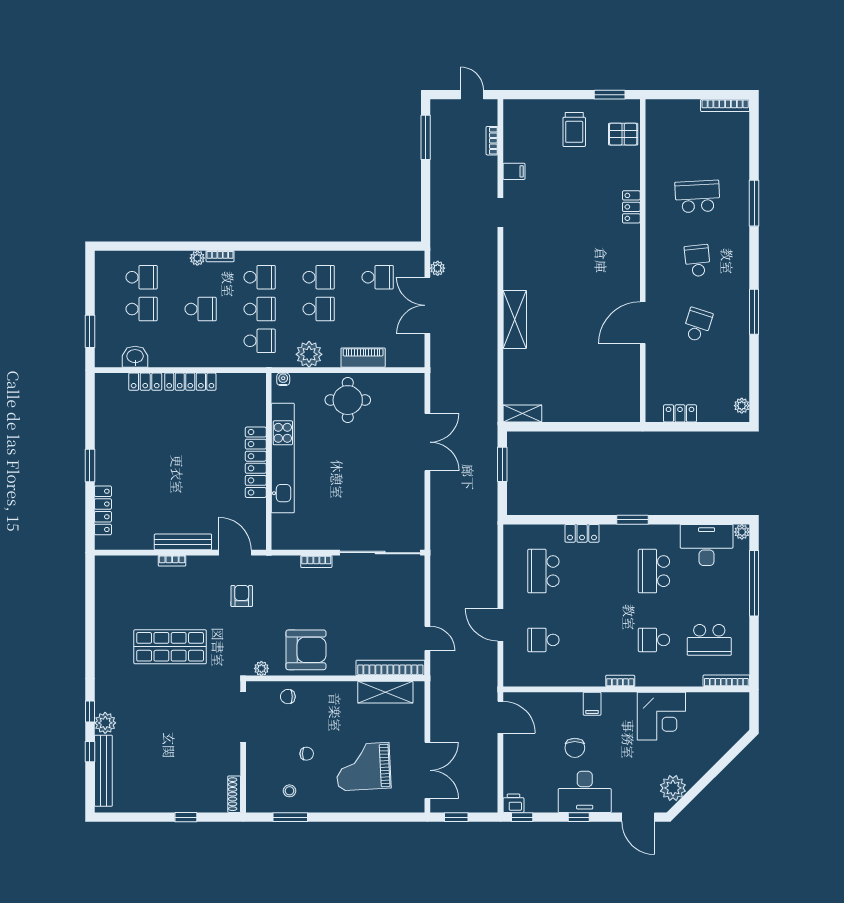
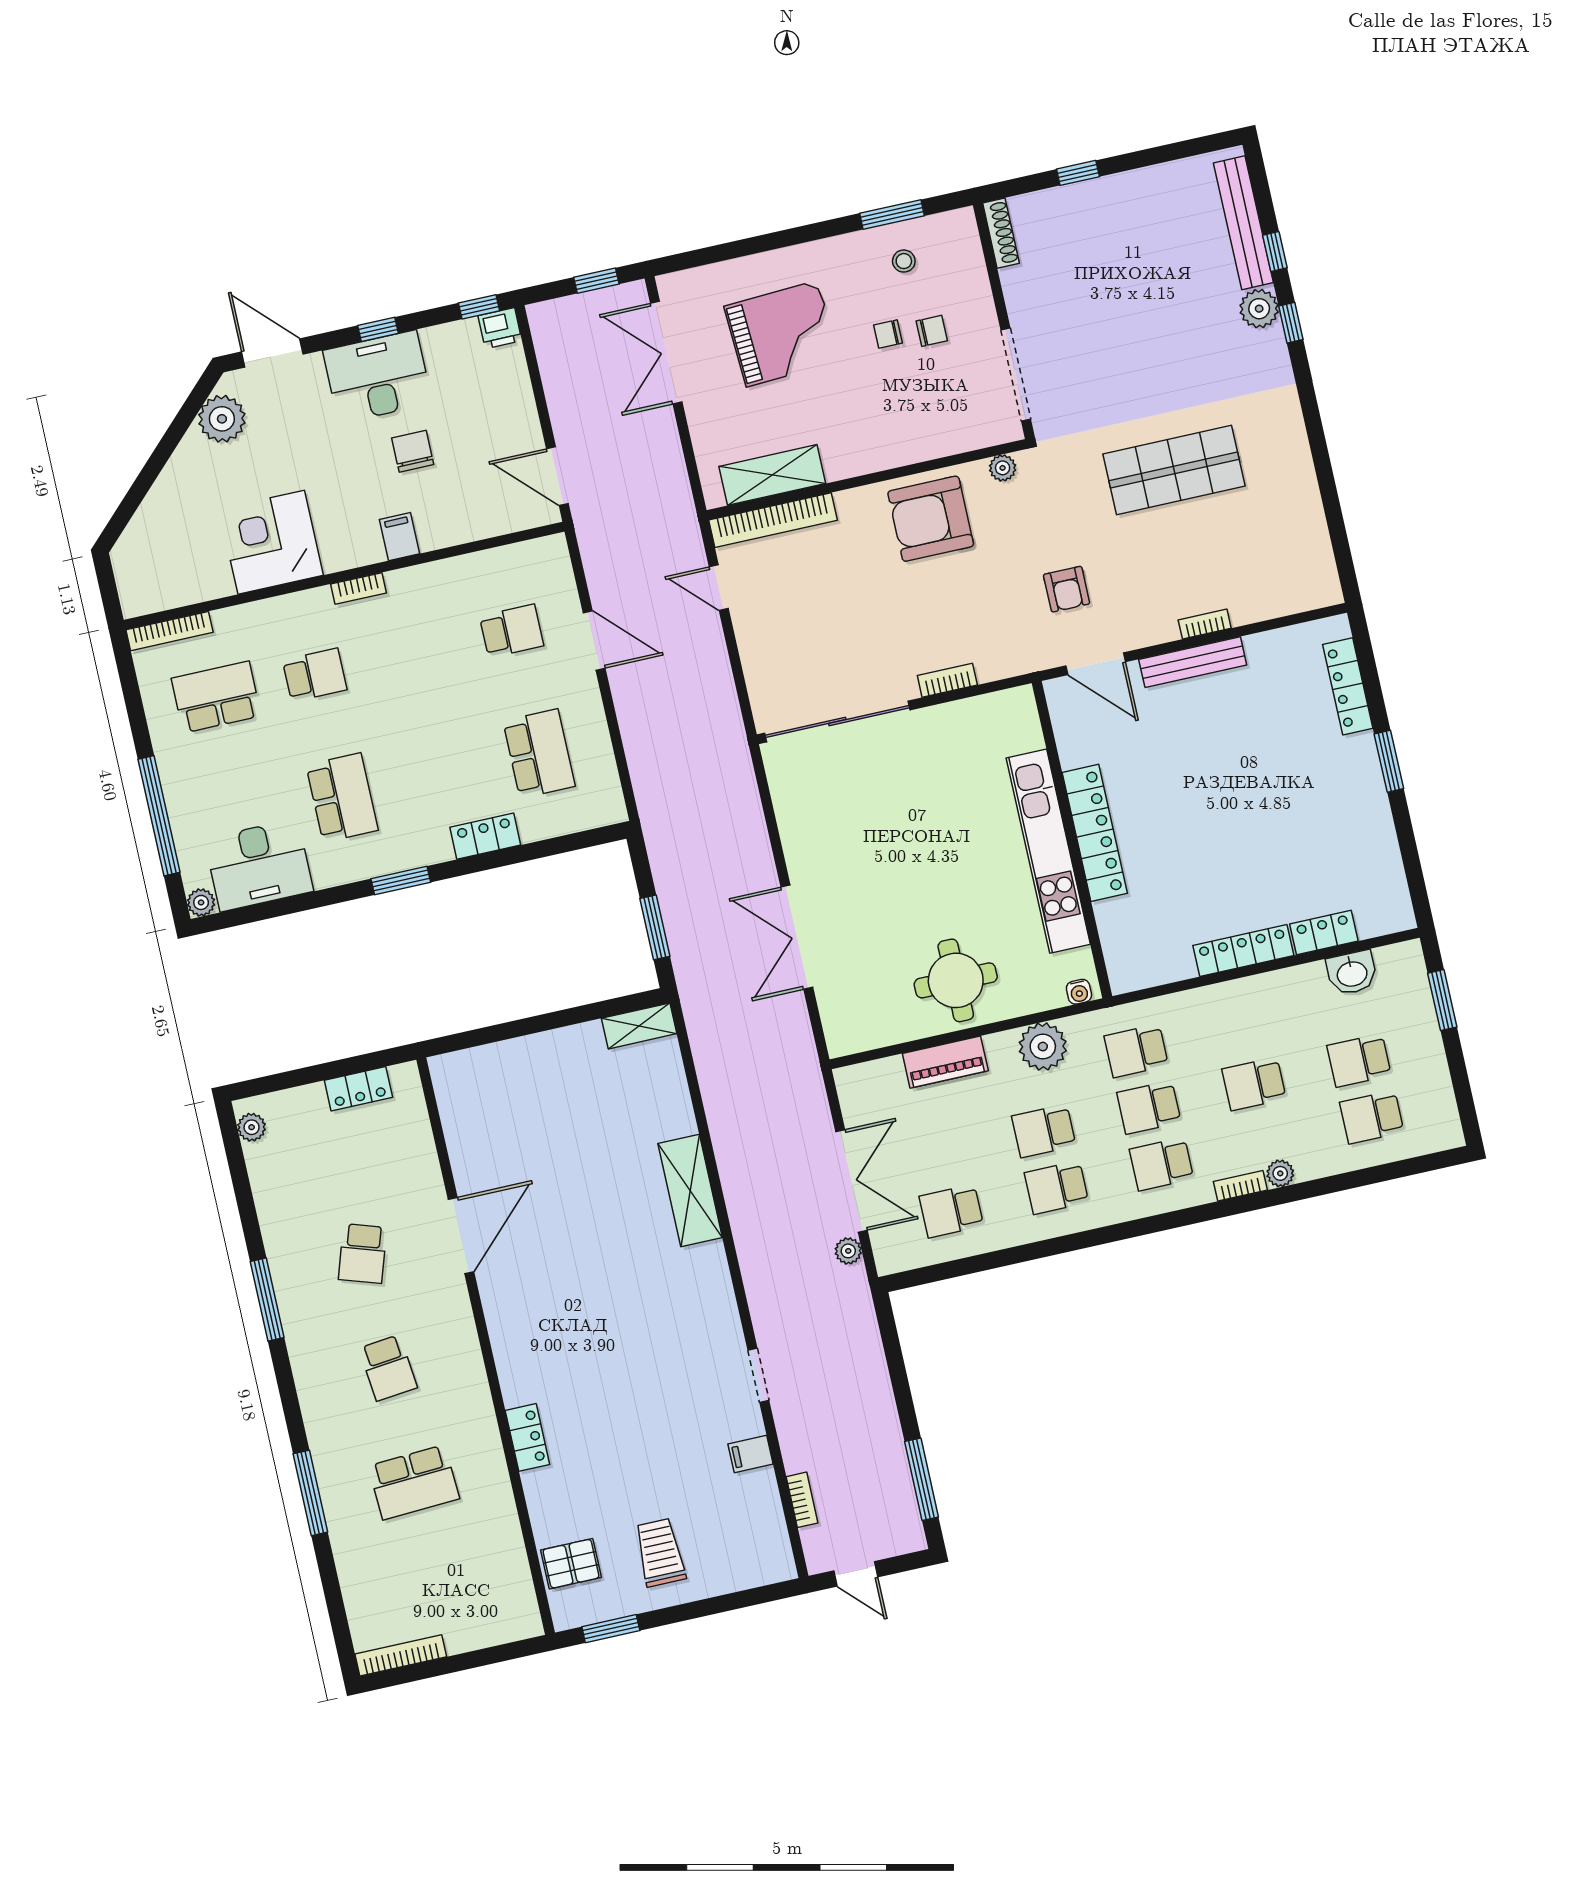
chair: (288, 697) -> (932, 331), moved

